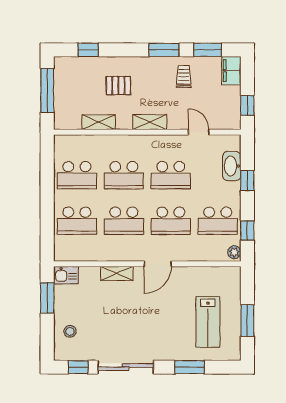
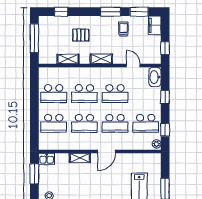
washbasin: (232, 166) -> (155, 77), moved

